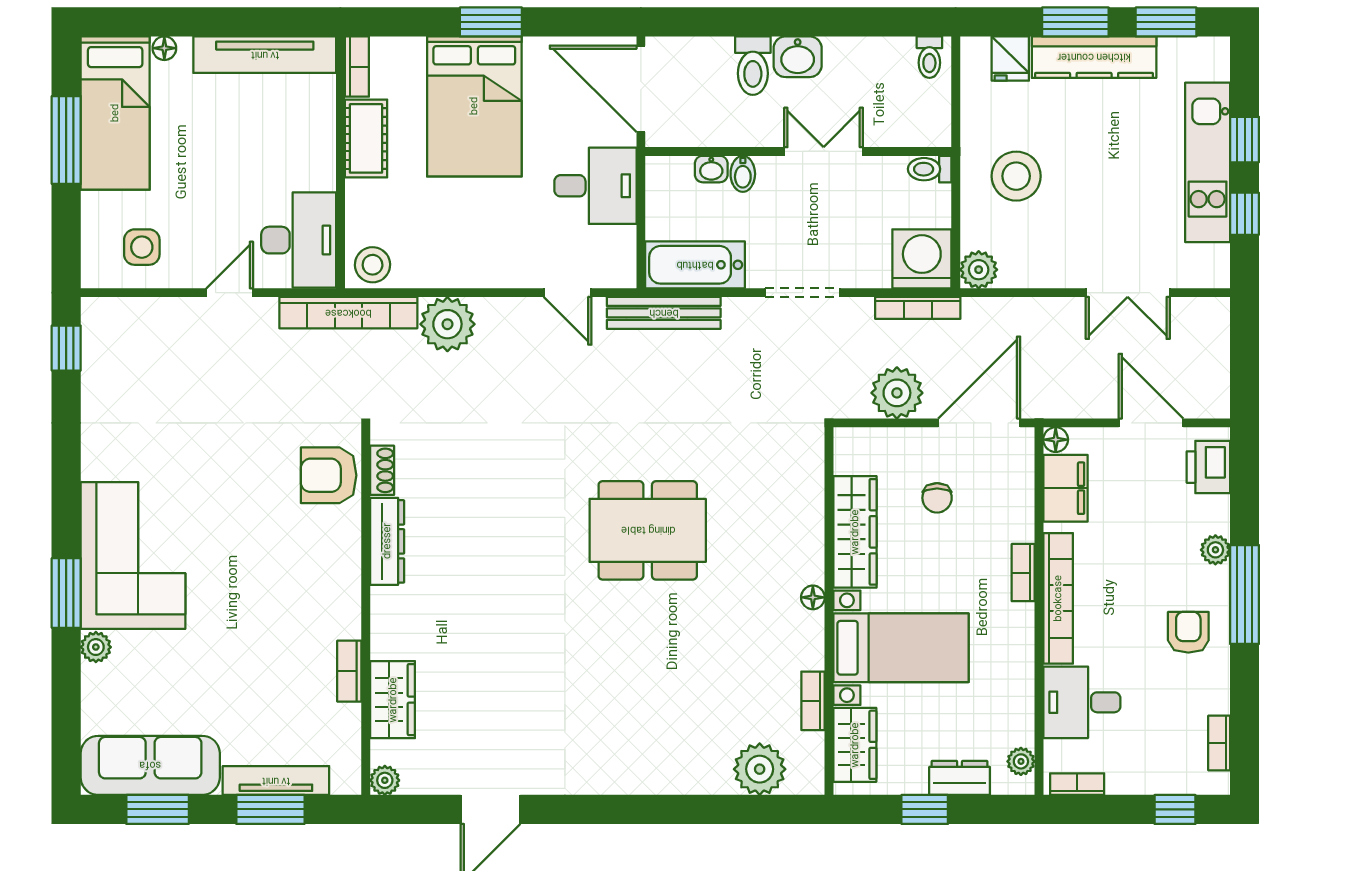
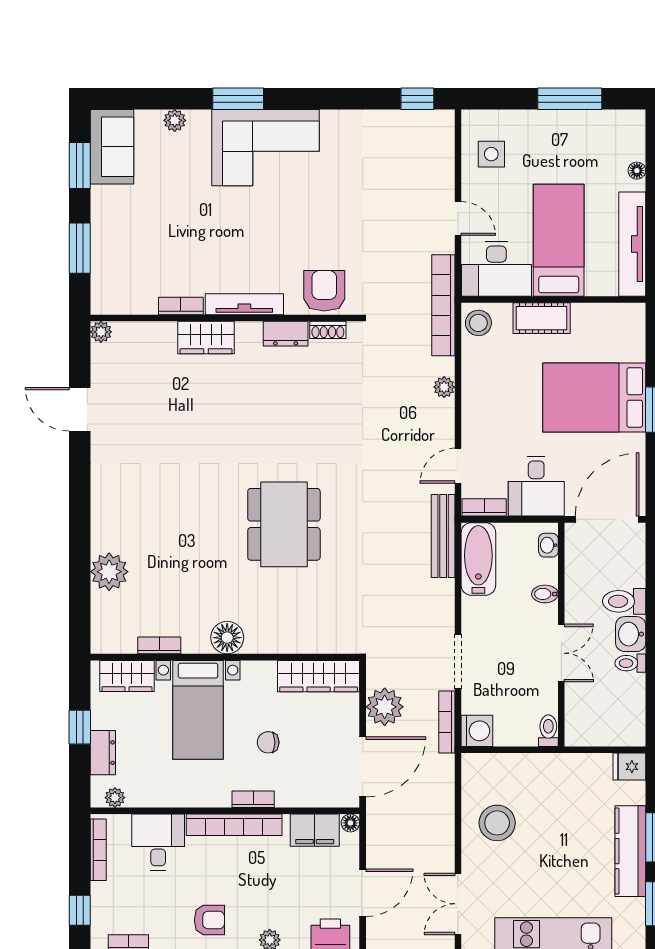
toilet: (929, 57) -> (630, 663), moved
fridge: (1010, 59) -> (629, 767), moved
bookcase: (357, 67) -> (484, 507), moved, turned 180
bed: (115, 113) -> (559, 240), moved, turned 90
cot: (366, 138) -> (542, 318), moved
washbasin: (711, 169) -> (548, 545), moved
stool: (1016, 176) -> (497, 823), moved
washing machine: (922, 259) -> (477, 731), width x0.73, depth x0.73
plant: (979, 270) -> (475, 767), removed
doorway: (802, 293) -> (458, 661), moved
double door: (1128, 293) -> (458, 904), moved
plant: (447, 324) -> (444, 387), width x0.53, depth x0.53
door: (979, 423) -> (363, 767), hinge flipped
chair: (937, 498) -> (268, 742), moved
wardrobe: (855, 532) -> (319, 676), moved
dresser: (387, 541) -> (286, 334), width x0.70
floor lamp: (813, 597) -> (227, 638), width x1.89, depth x1.89
plant: (96, 647) -> (175, 120), moved
wardrobe: (393, 700) -> (206, 338), moved
sofa: (150, 765) -> (112, 147), width x0.73
plant: (760, 769) -> (109, 572), moved
tv unit: (276, 781) -> (244, 304), moved, turned -90
bookcase: (1077, 784) -> (98, 850), width x1.56

